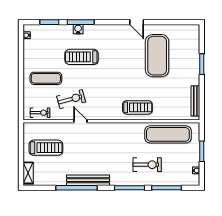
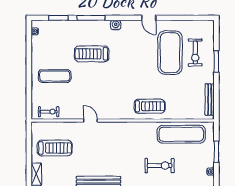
water cooler: (78, 29) -> (116, 25), moved
exercise bike: (71, 99) -> (195, 53), moved, turned 105

